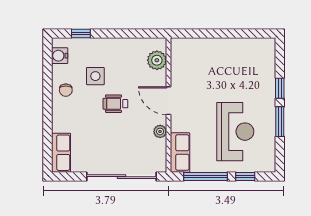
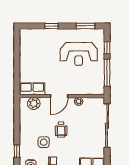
window: (280, 122) -> (86, 26), moved
reception desk: (235, 132) -> (79, 54), turned 180
row of seats: (180, 153) -> (32, 89), moved

